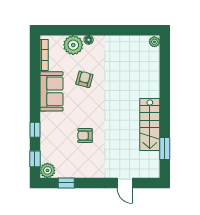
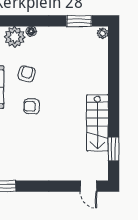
window: (133, 30) -> (79, 21), added
armchair: (85, 136) -> (32, 106), moved
door: (125, 183) -> (88, 186), moved

